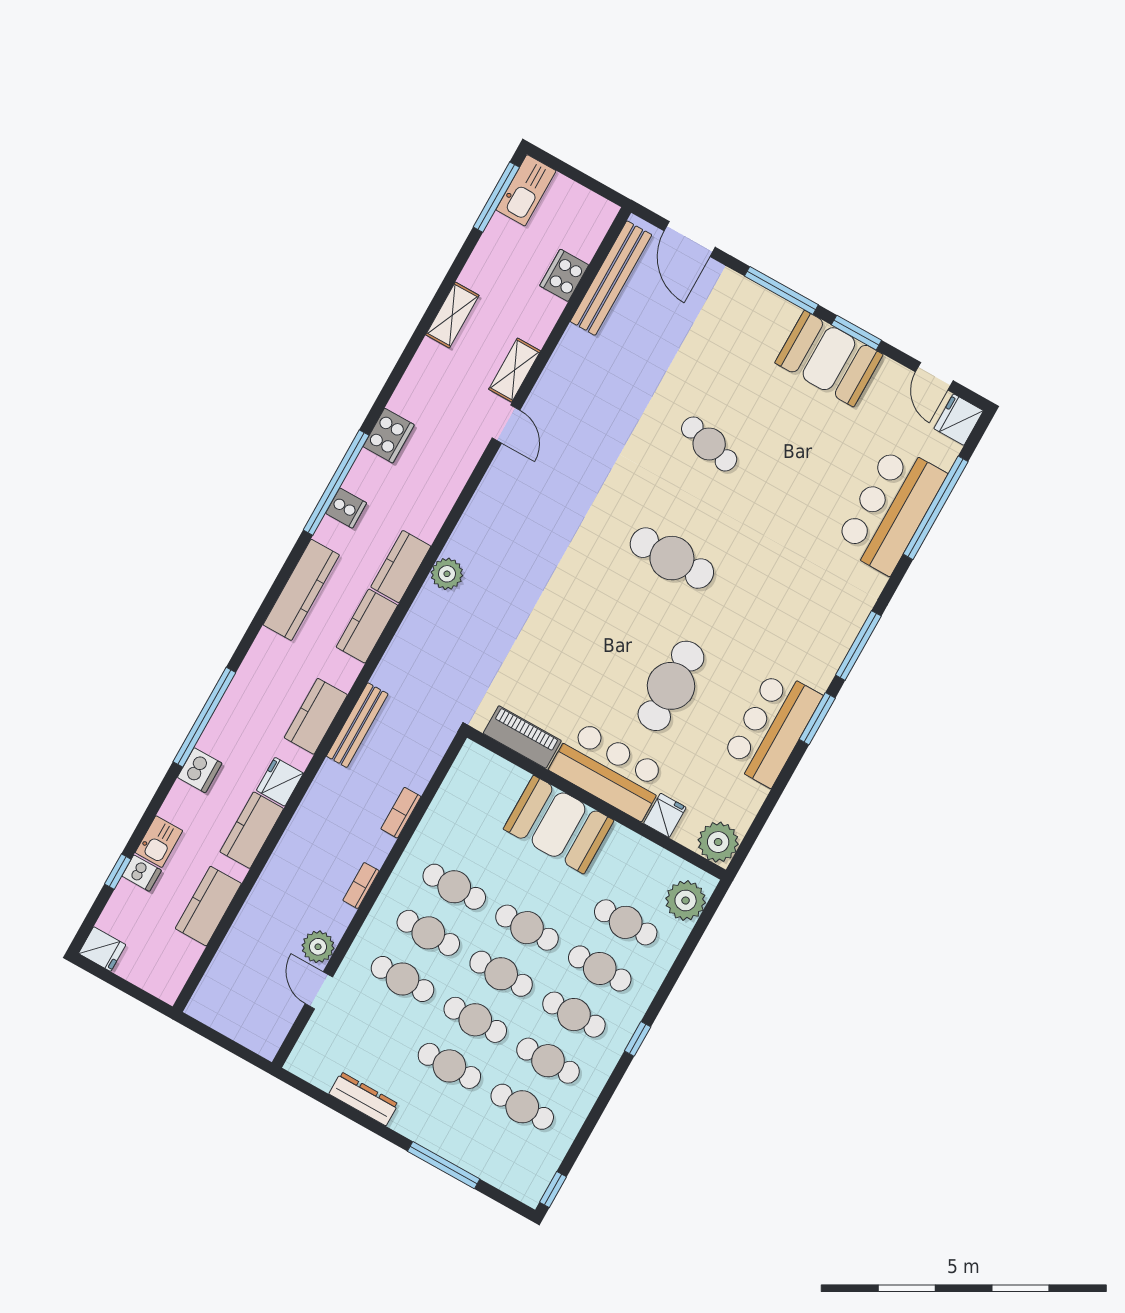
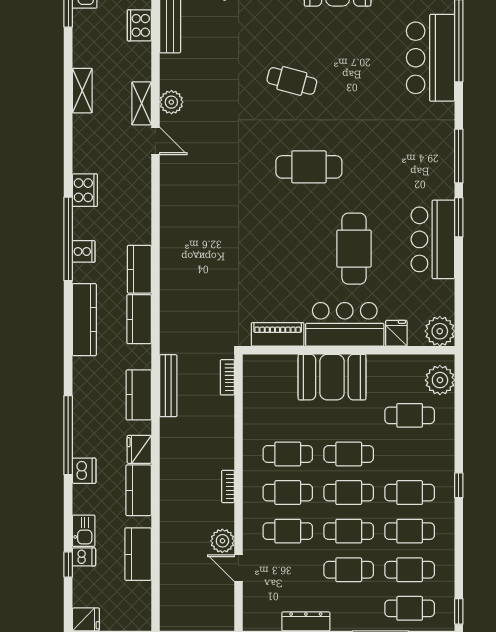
plant: (447, 574) -> (171, 102), moved
bookcase: (401, 813) -> (227, 377), moved
cafe table: (600, 968) -> (410, 608), moved

